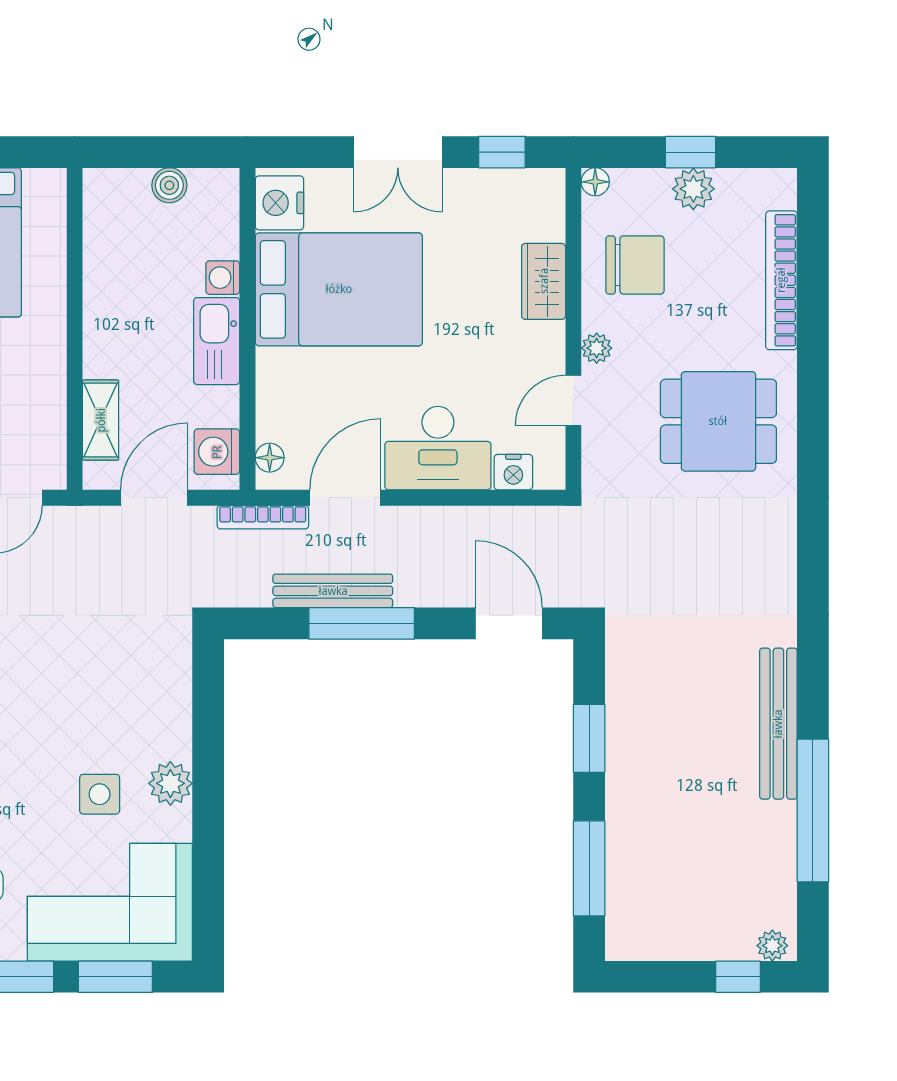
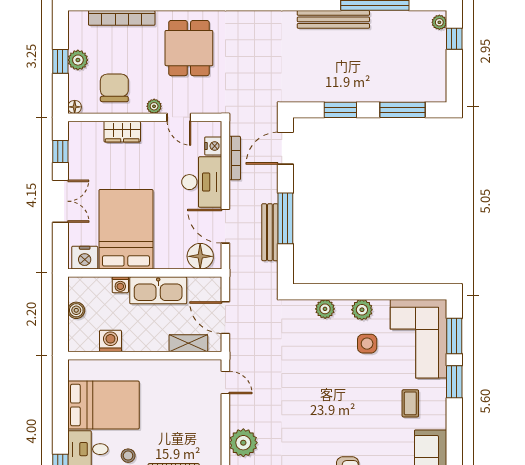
kitchen sink: (217, 341) -> (158, 290), width x1.36, depth x1.24
washing machine: (217, 452) -> (110, 341), moved, turned 180
floor lamp: (270, 458) -> (200, 256), width x1.89, depth x1.89
bookcase: (263, 517) -> (235, 158), moved
plant: (172, 706) -> (325, 309), added

